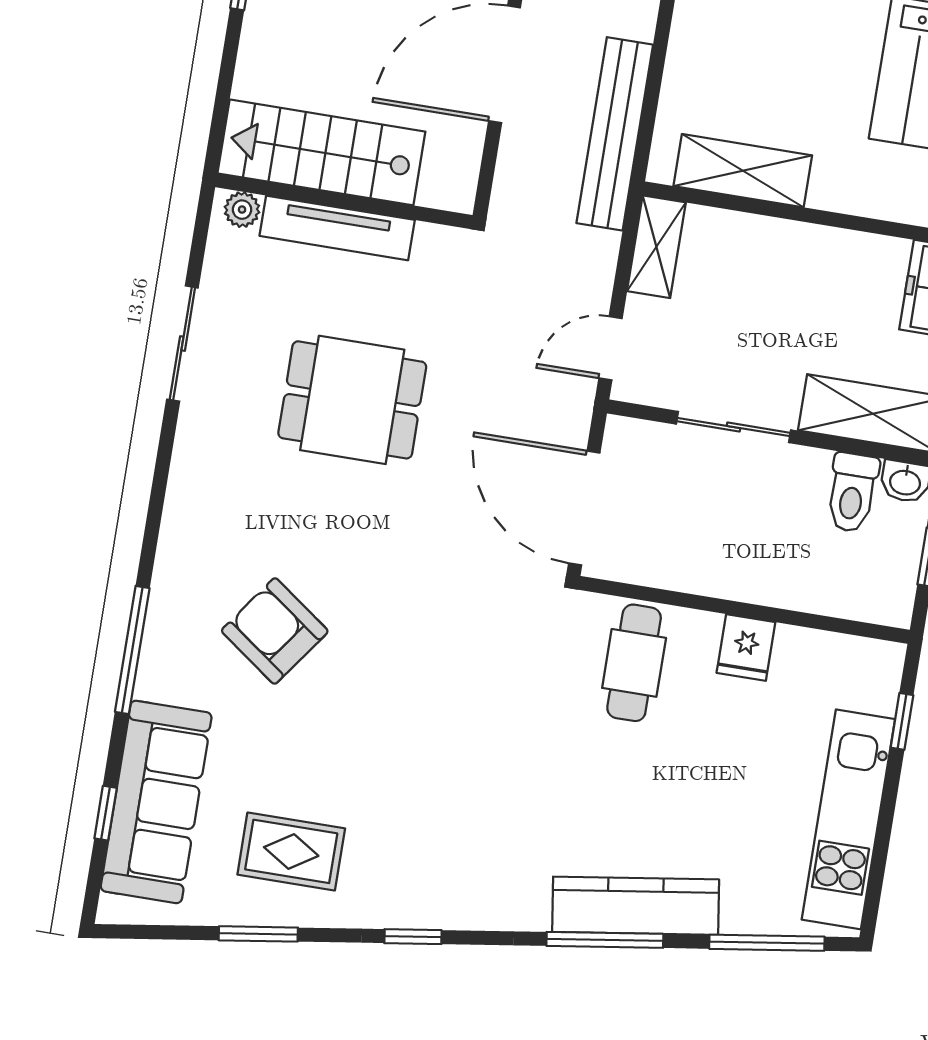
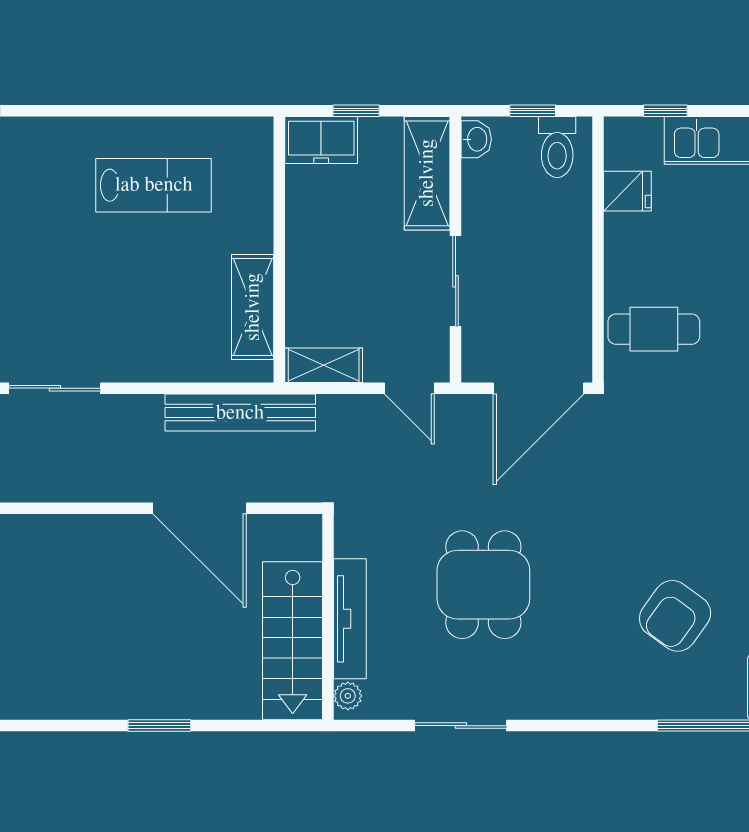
toilet: (852, 492) -> (557, 147), moved, turned 90
fridge: (746, 647) -> (627, 191), moved

